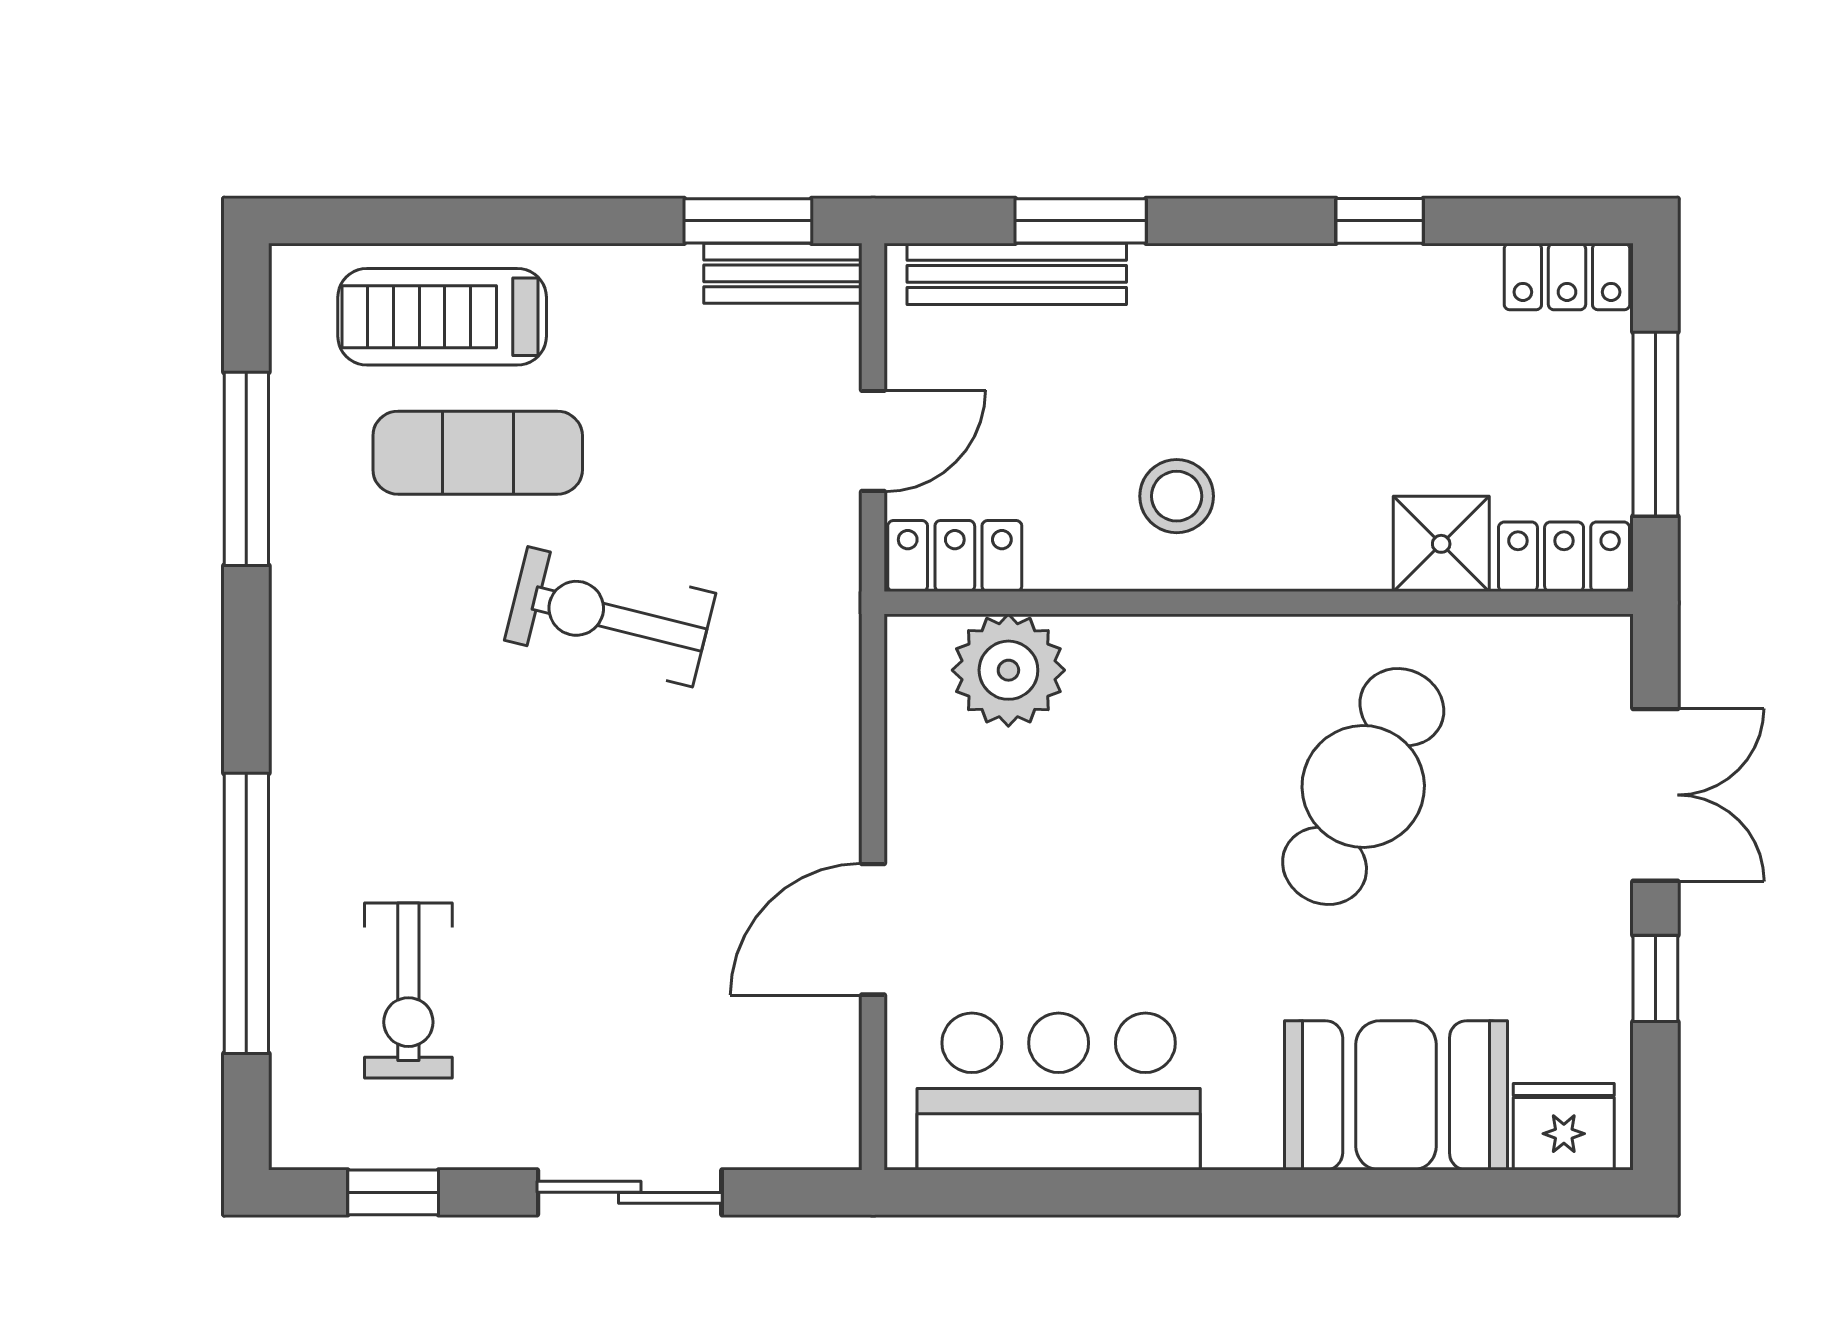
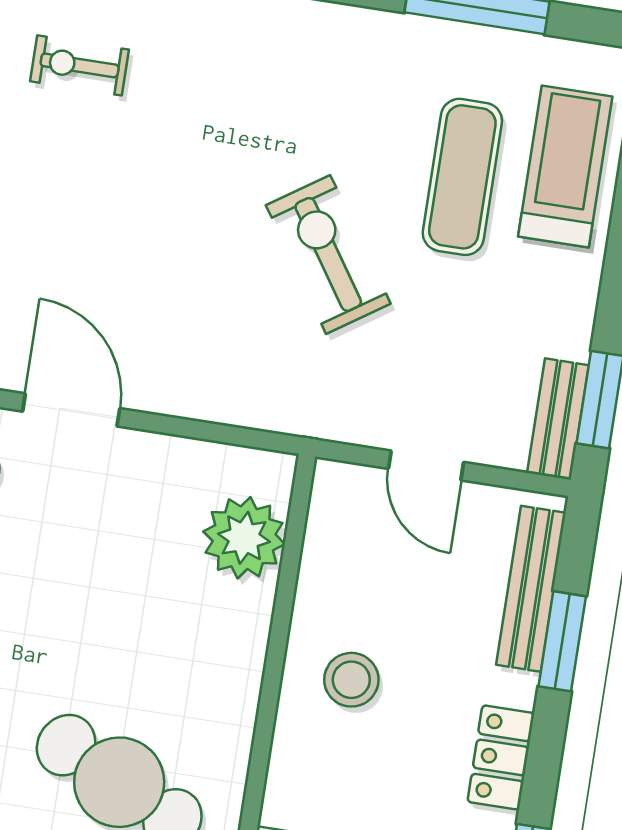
locker: (955, 556) -> (501, 757), moved, turned 180
exercise bike: (610, 617) -> (328, 254), turned -48
exercise bike: (408, 991) -> (80, 65), width x0.73, depth x0.72

